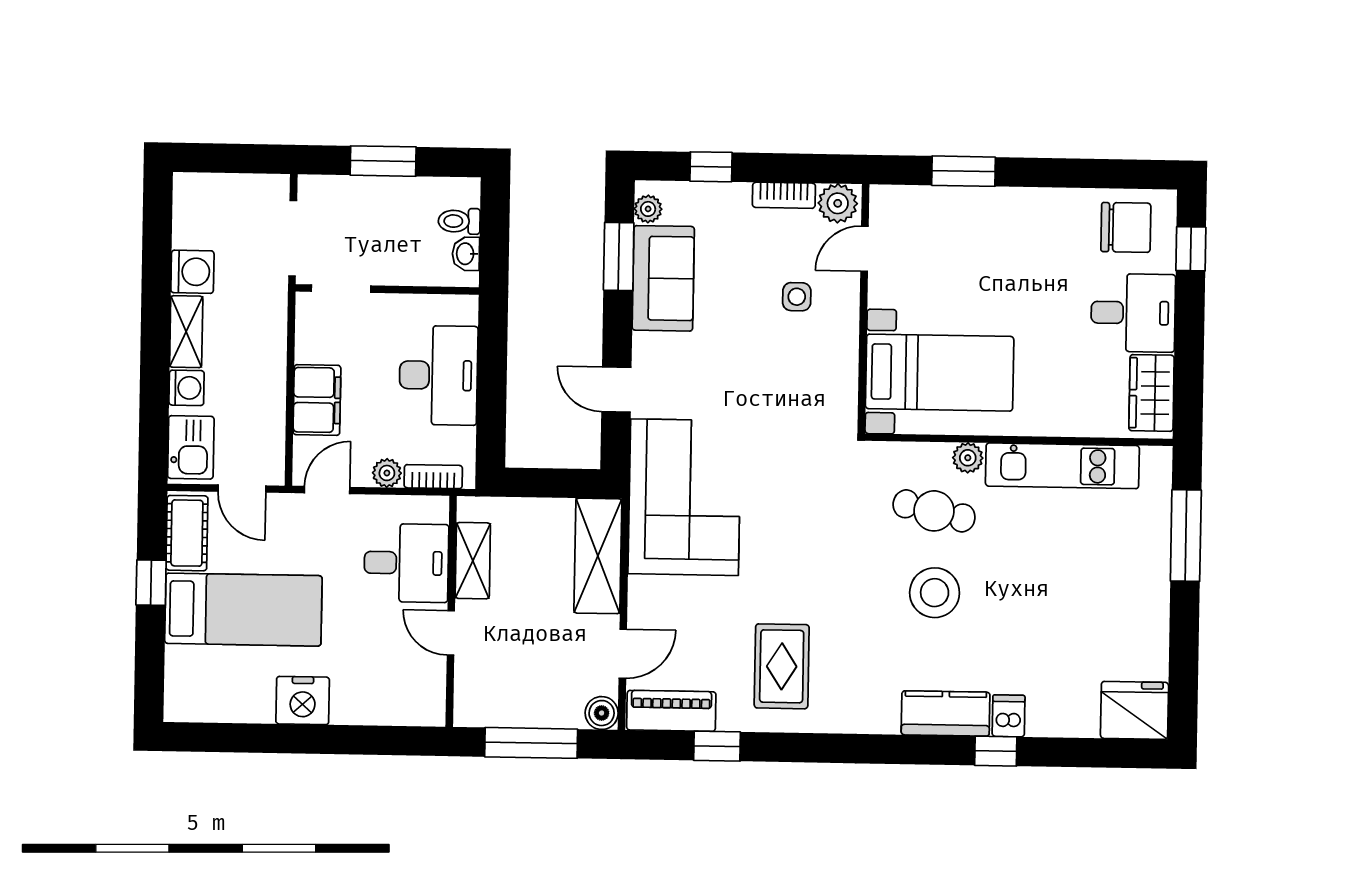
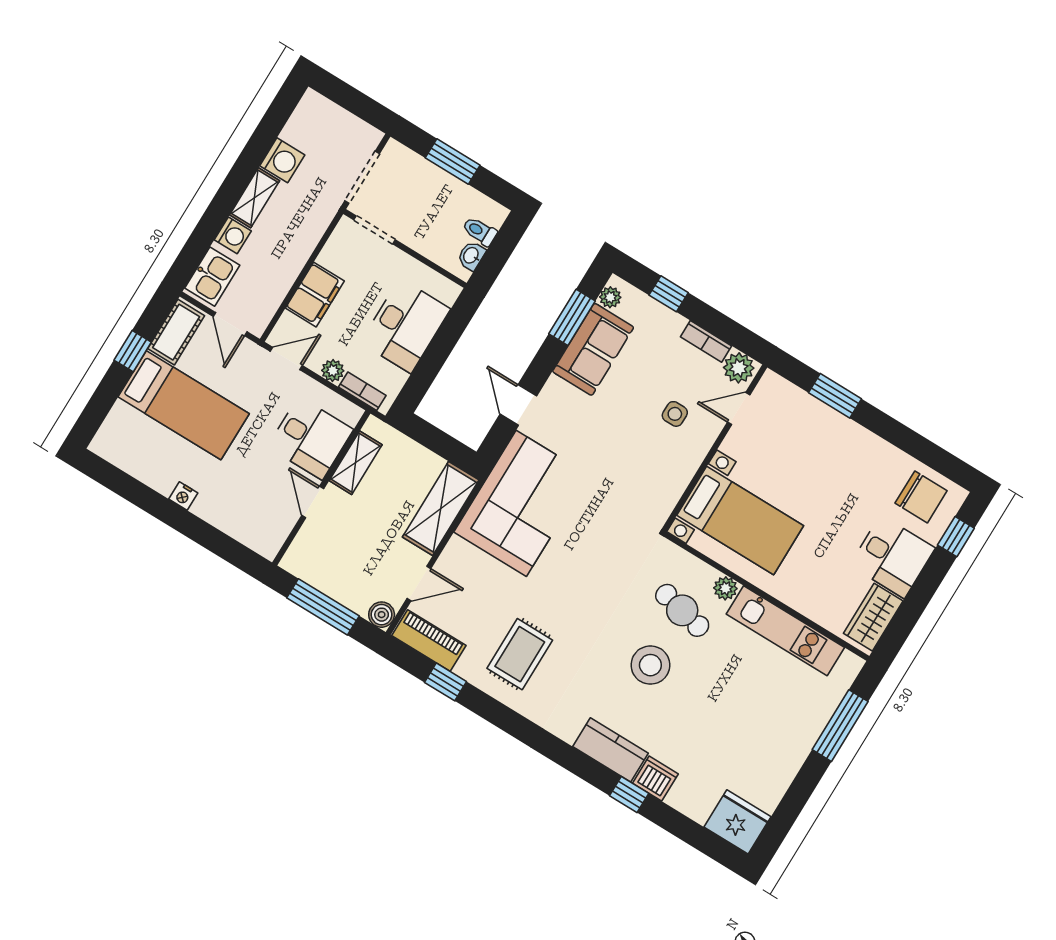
nightstand: (303, 701) -> (183, 496), width x0.53, depth x0.56
dishwasher: (1009, 716) -> (655, 779), width x1.38

